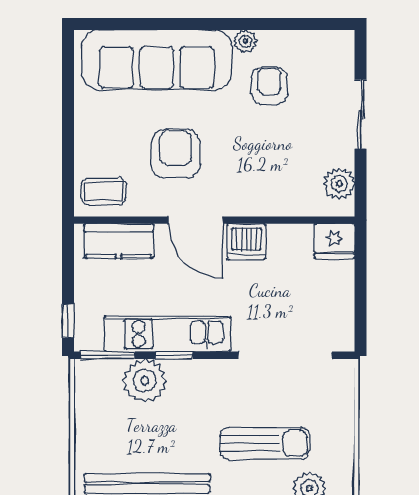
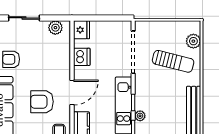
dishwasher: (246, 242) -> (82, 57), moved
plant: (145, 381) -> (140, 116), width x0.53, depth x0.53
sun lounger: (265, 443) -> (173, 61), turned 104

